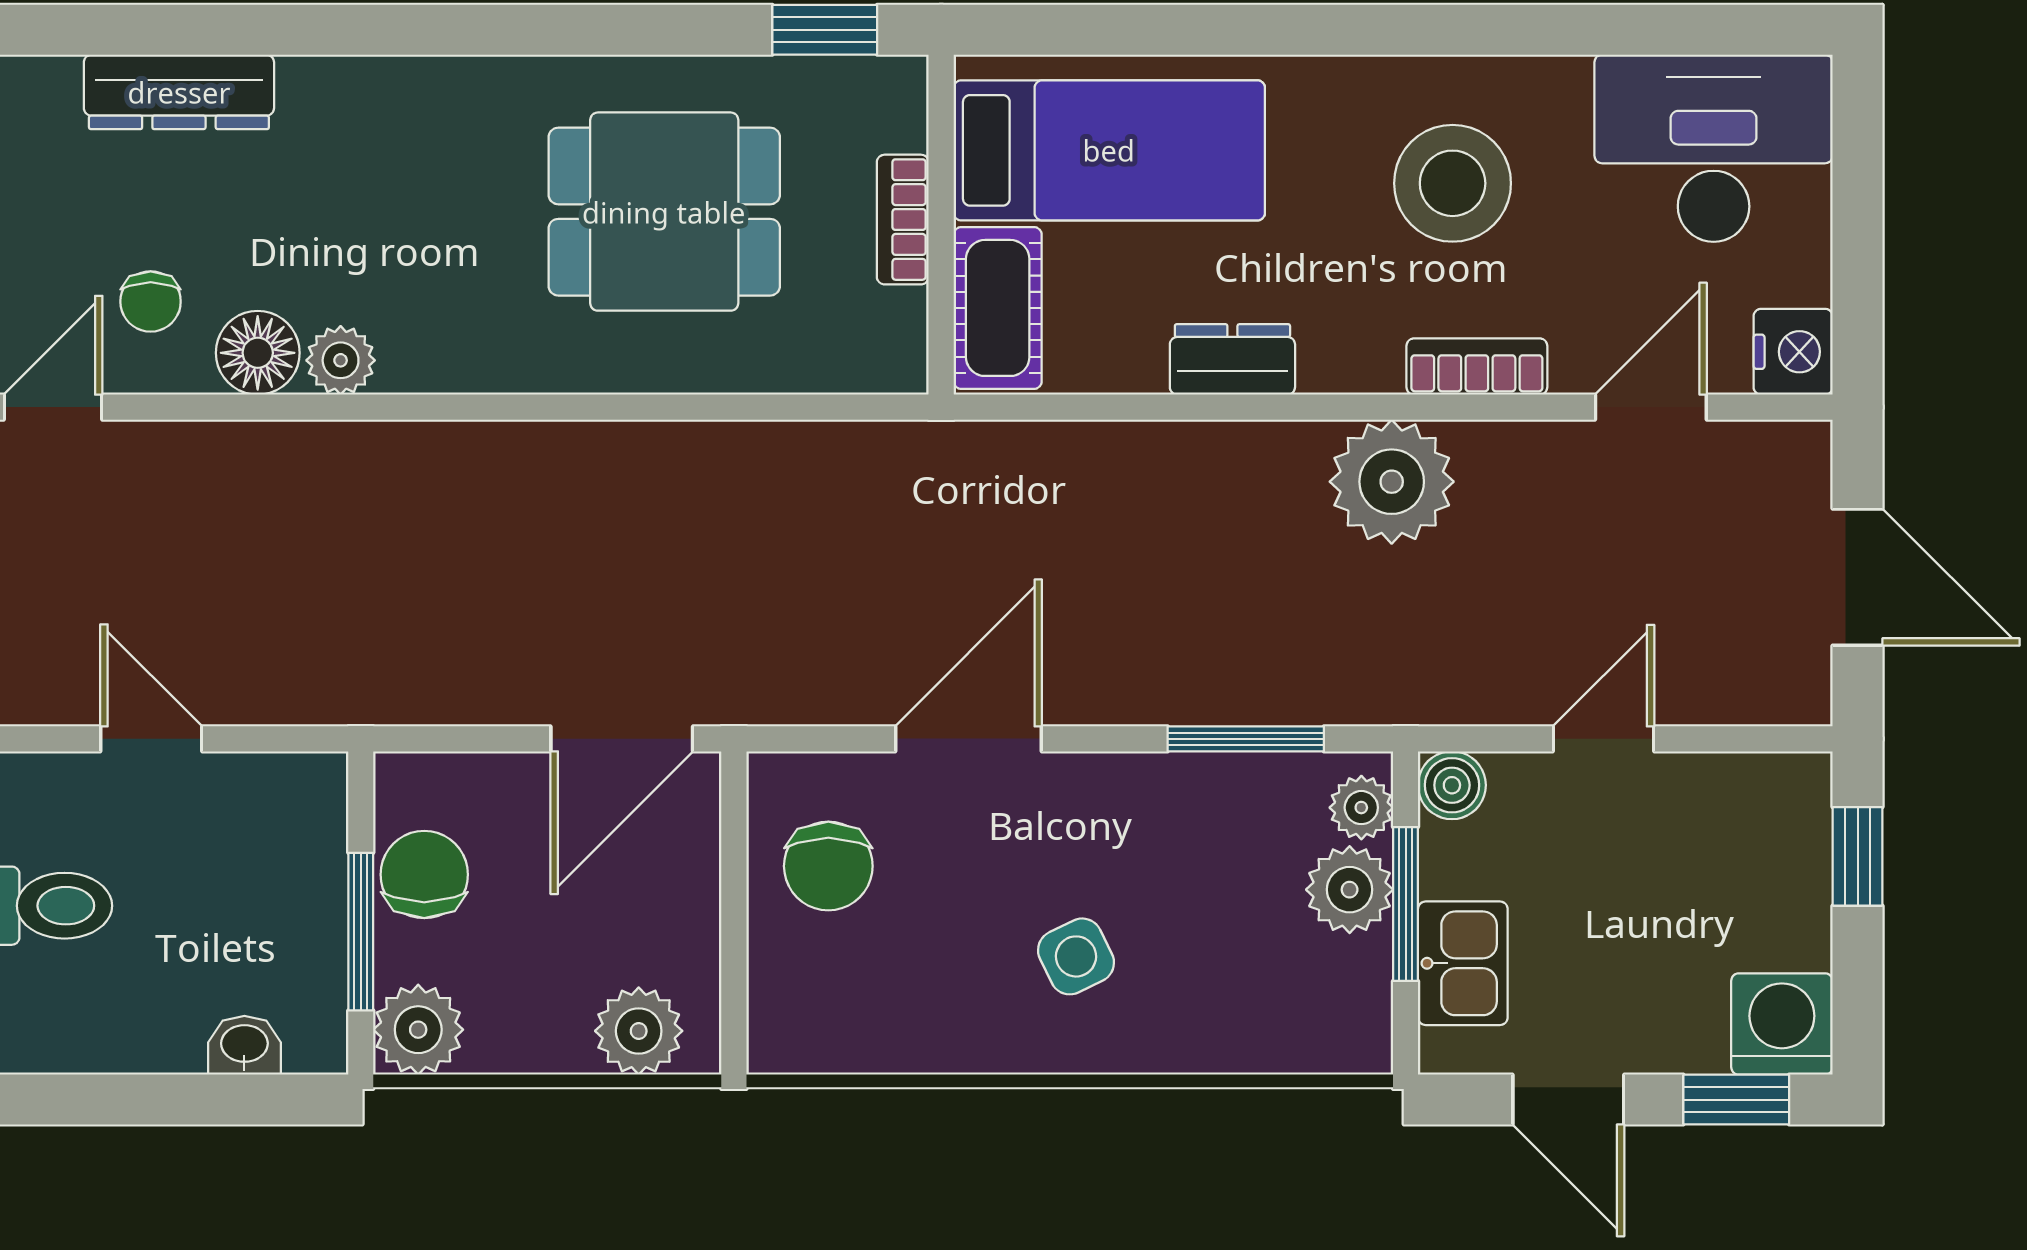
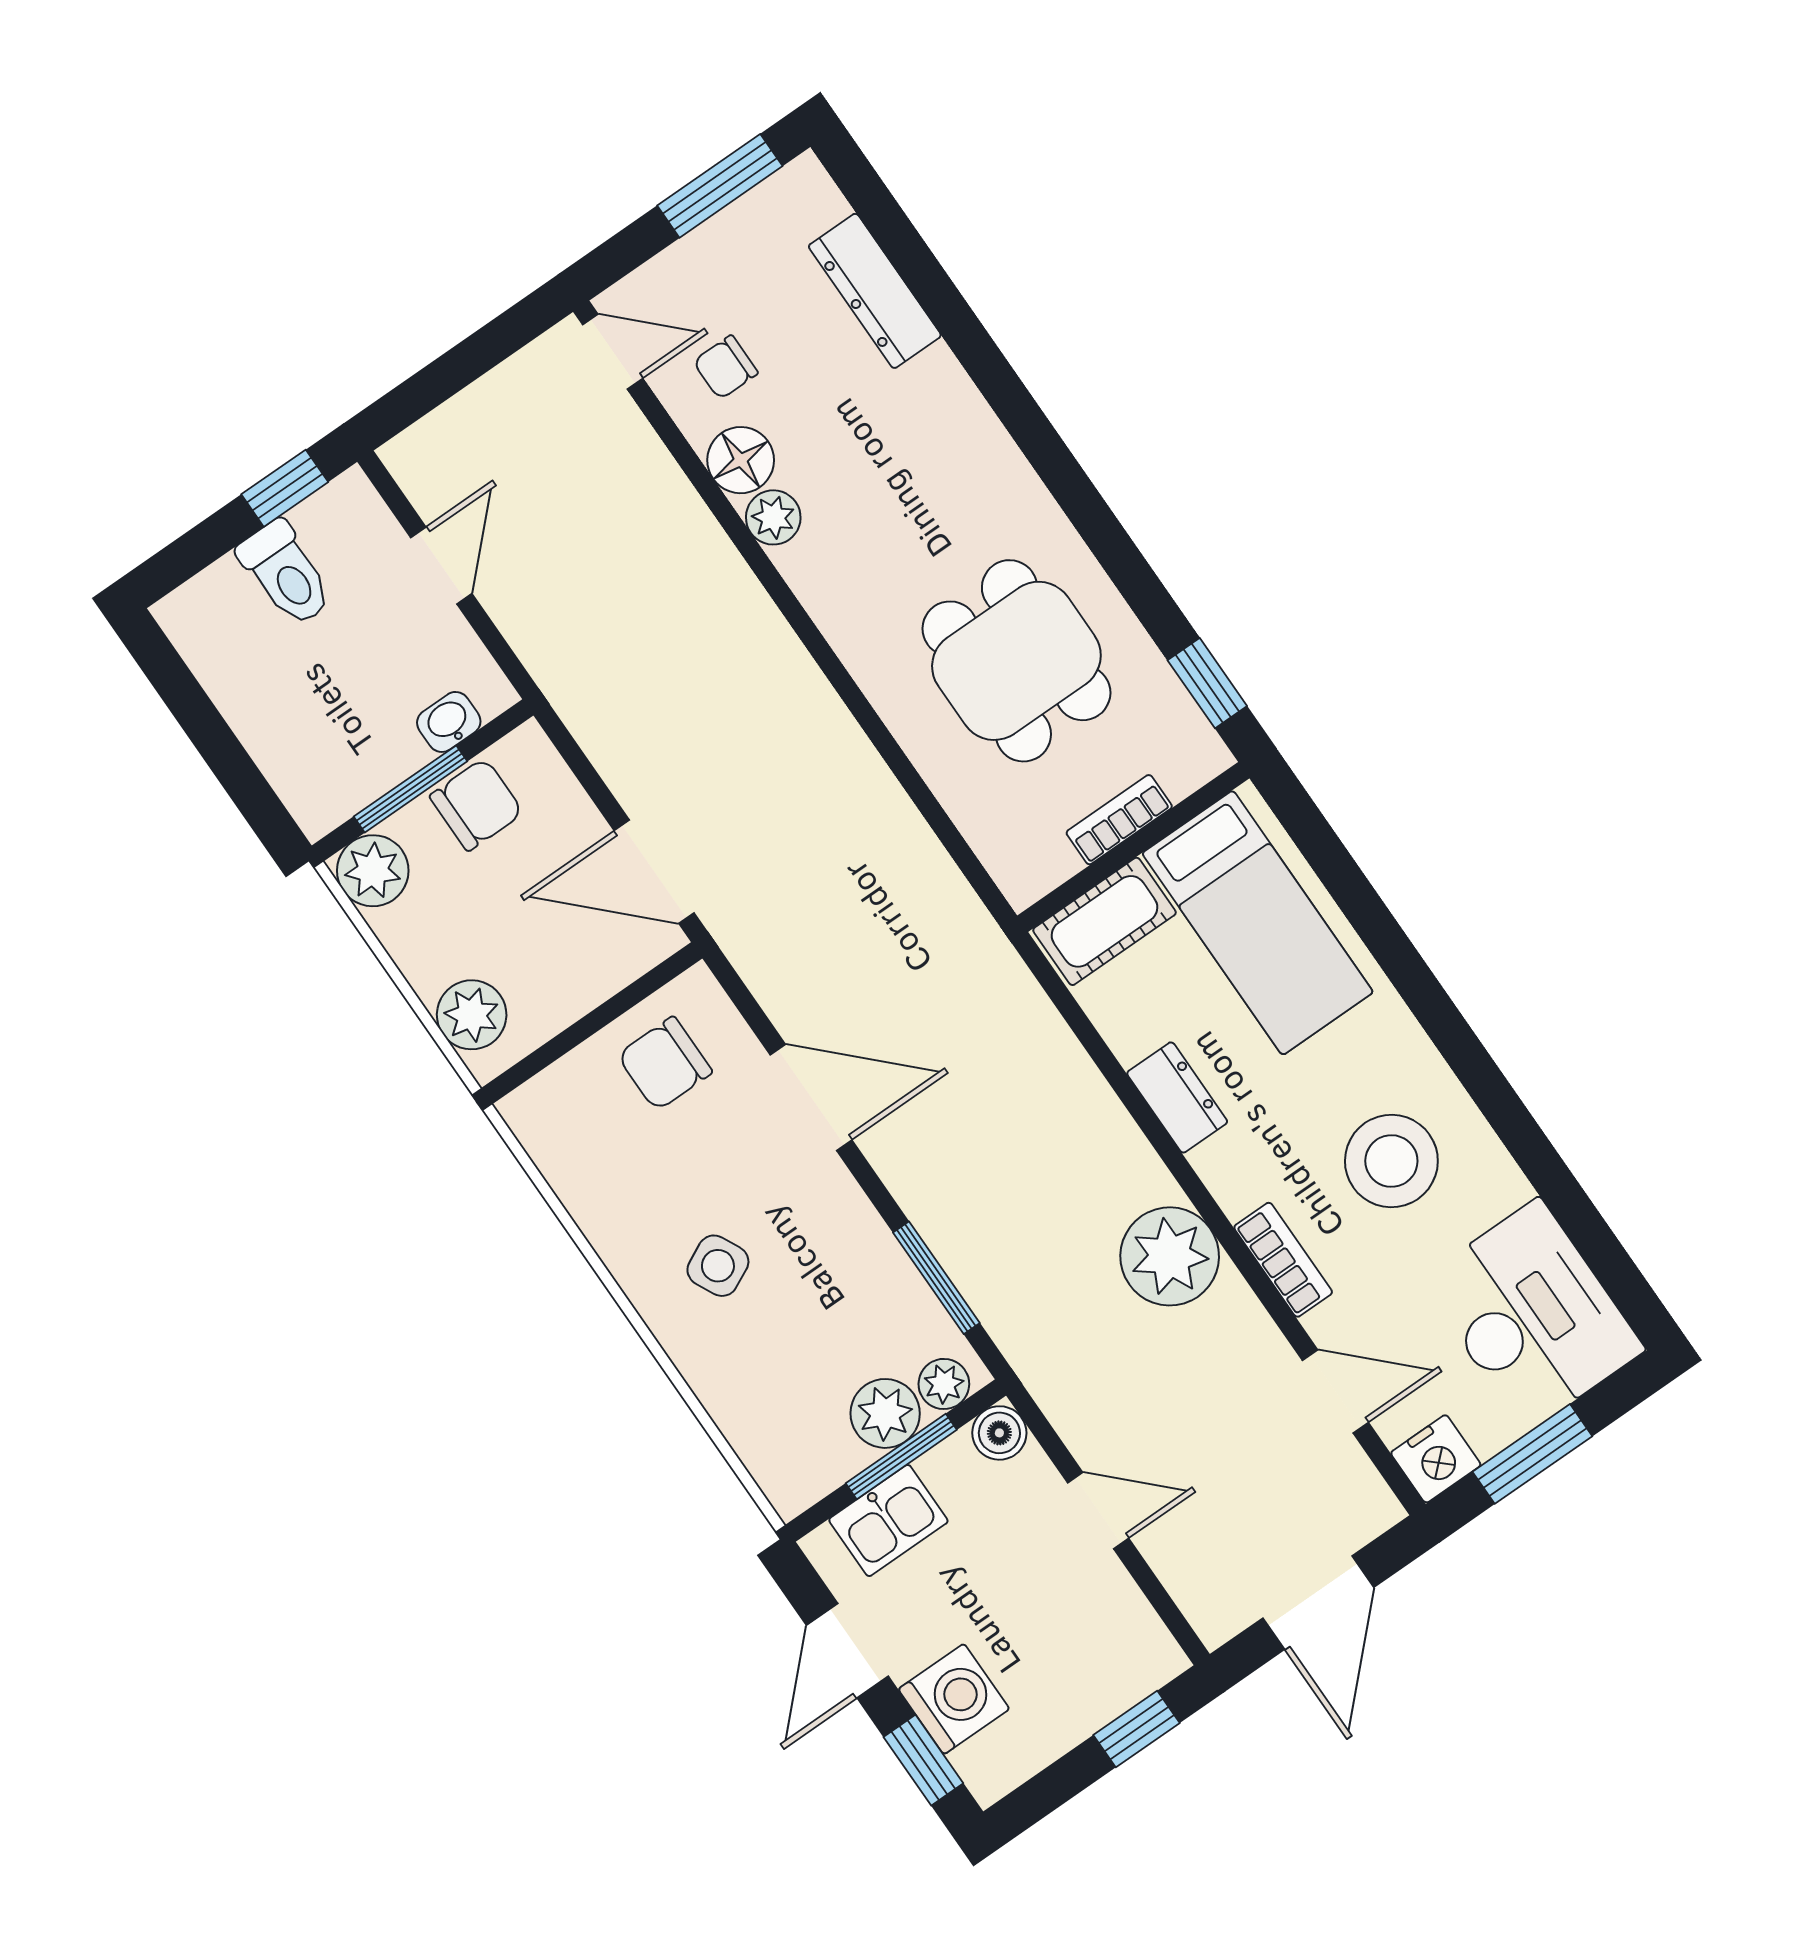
window: (1858, 248) -> (1532, 1454), added
washing machine: (1782, 1024) -> (954, 1699), moved
washbasin: (244, 1045) -> (449, 722), moved, turned -90

